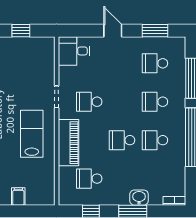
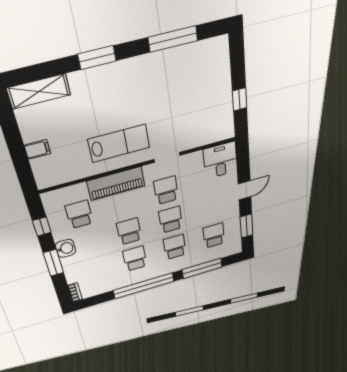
school desk: (122, 102) -> (171, 220), added
washbasin: (139, 198) -> (66, 248), moved

